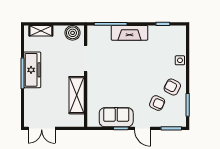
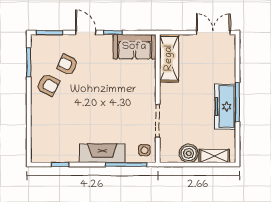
boiler: (73, 33) -> (189, 153), moved
side table: (180, 60) -> (144, 150), moved
shelving: (77, 95) -> (169, 58), moved
sofa: (116, 117) -> (134, 47), moved

